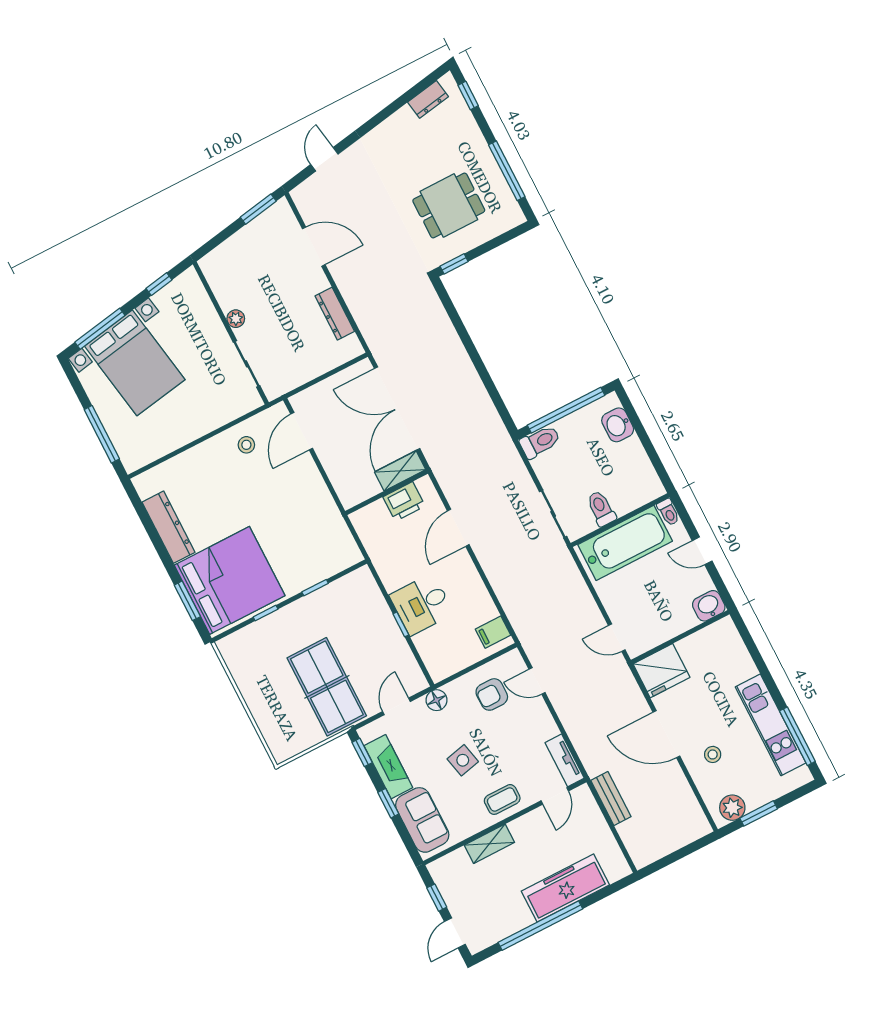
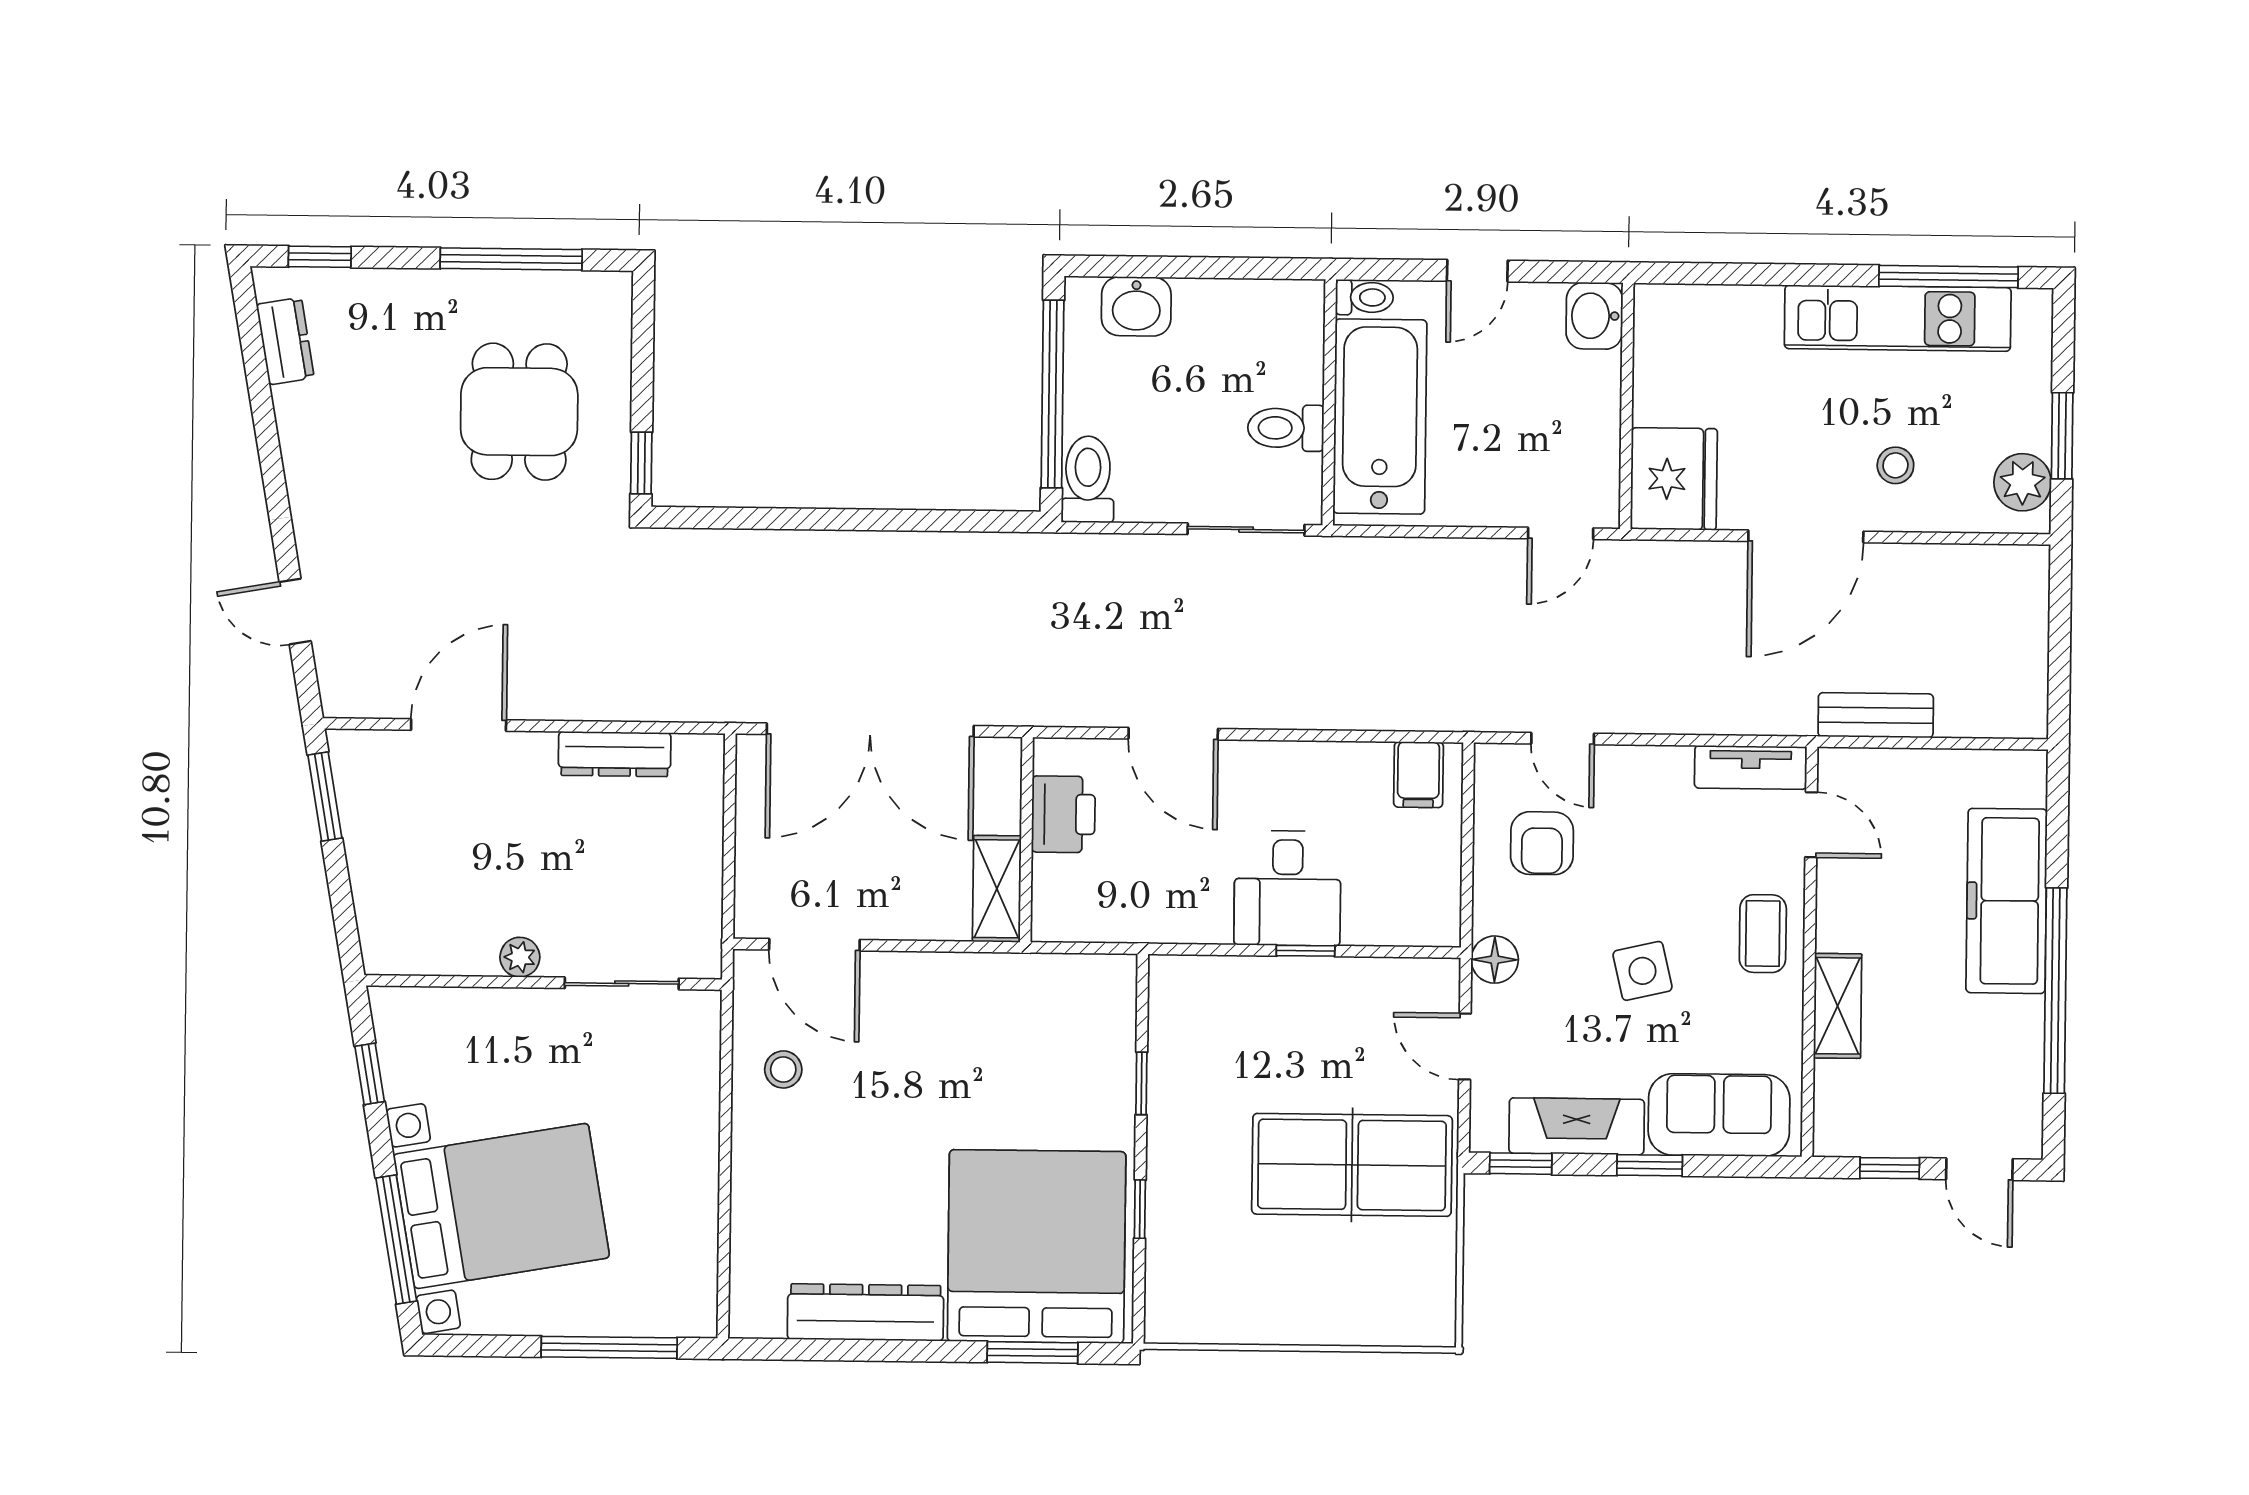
shelving: (400, 471) -> (997, 889), moved
door: (537, 681) -> (1563, 739), hinge flipped

